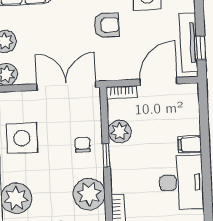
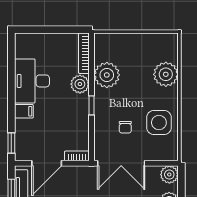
window: (203, 105) -> (11, 143), added
plant: (120, 131) -> (80, 84), moved
chair: (83, 145) -> (125, 127), moved

